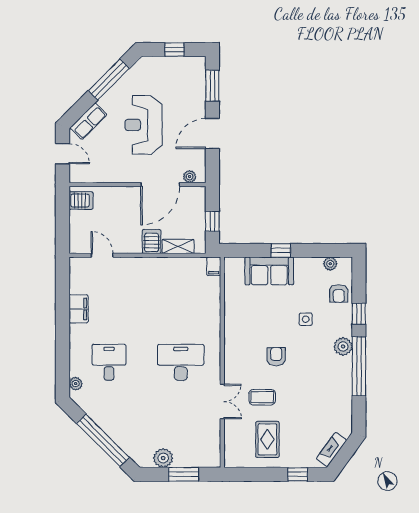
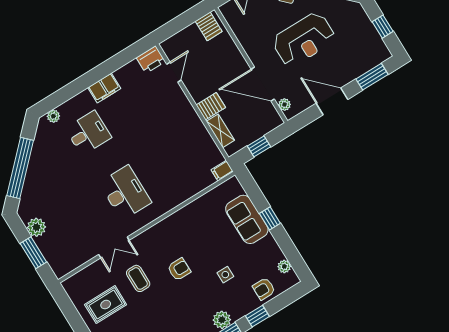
reception desk: (143, 125) -> (304, 40), turned 180
printer: (79, 269) -> (151, 60), added
filing cabinet: (79, 309) -> (104, 88), moved

